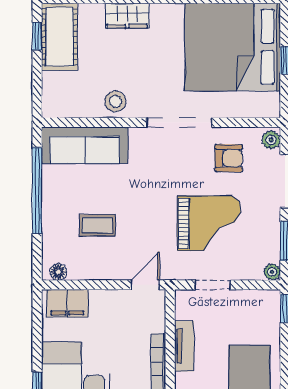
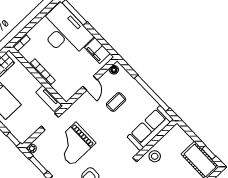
door: (145, 285) -> (90, 83), moved
filing cabinet: (67, 303) -> (97, 50), moved, turned -90
tv unit: (184, 346) -> (49, 98), moved

